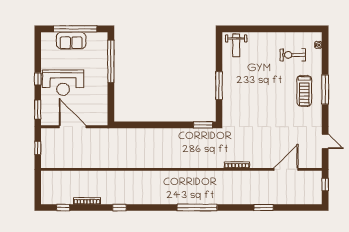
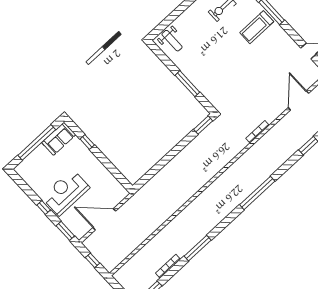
sofa: (71, 41) -> (59, 139), moved
window: (111, 61) -> (87, 142), width x0.32
reception desk: (63, 83) -> (66, 192), turned 180
treadmill: (304, 91) -> (257, 27), turned 90
window: (119, 208) -> (198, 248), width x2.17

